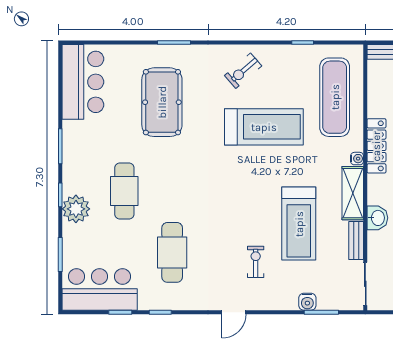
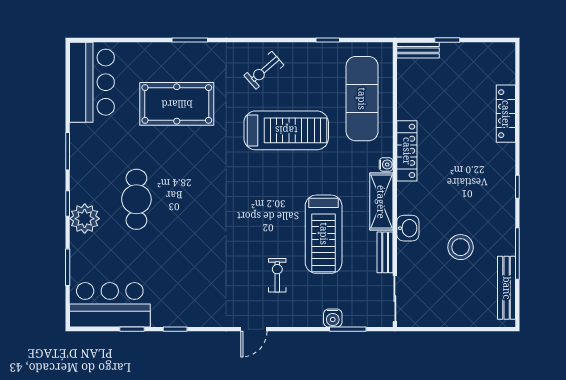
pool table: (162, 102) -> (177, 104), turned 90
cafe table: (172, 252) -> (188, 265), removed

